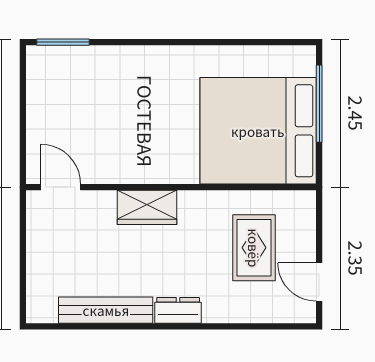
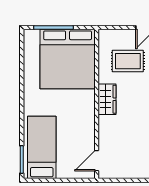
bed: (87, 81) -> (42, 147), added
wardrobe: (147, 207) -> (107, 99), moved

